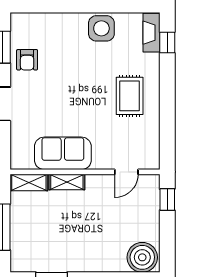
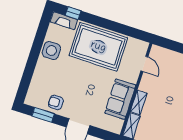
armchair: (27, 60) -> (56, 102), turned 180
rug: (130, 96) -> (98, 47), width x1.86, depth x2.06
window: (167, 200) -> (169, 44), removed

